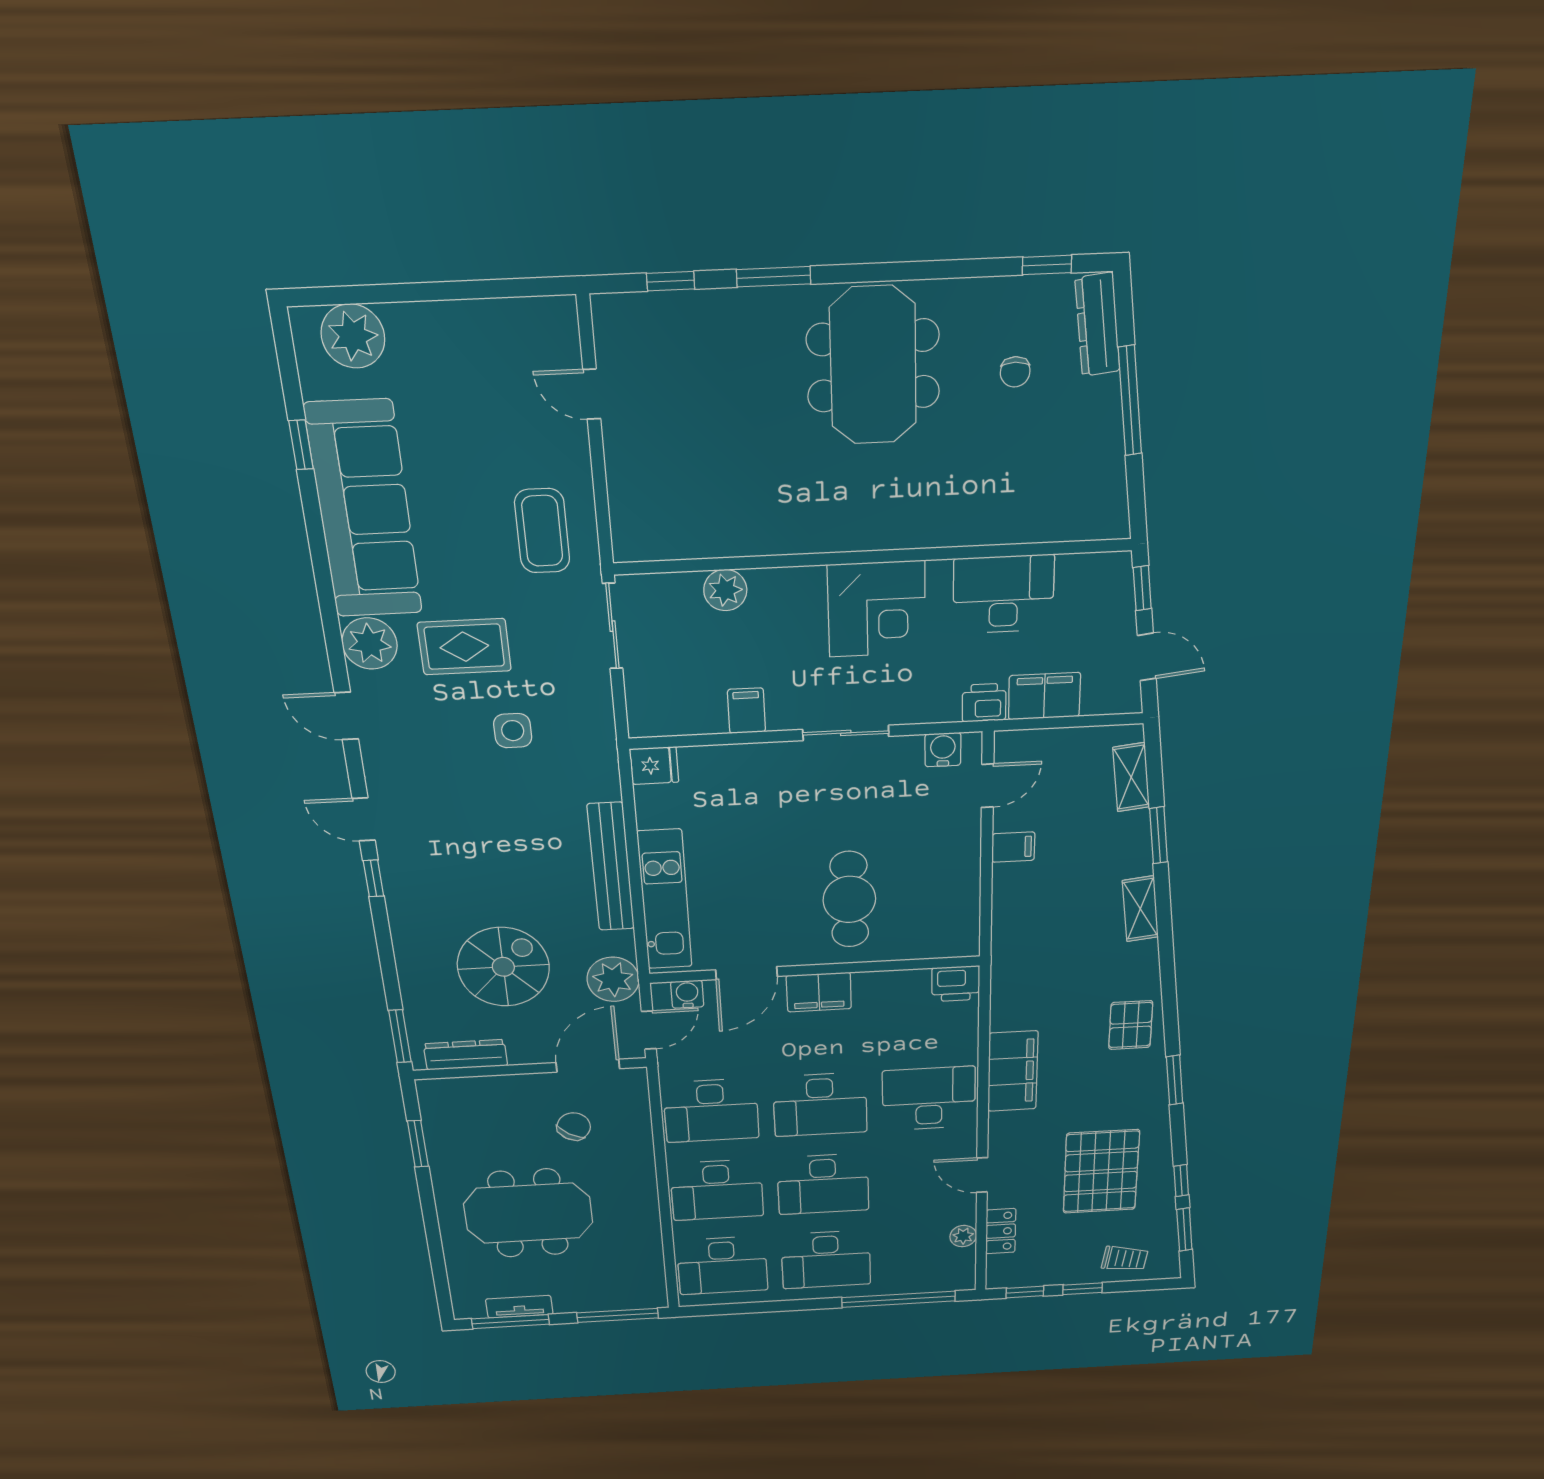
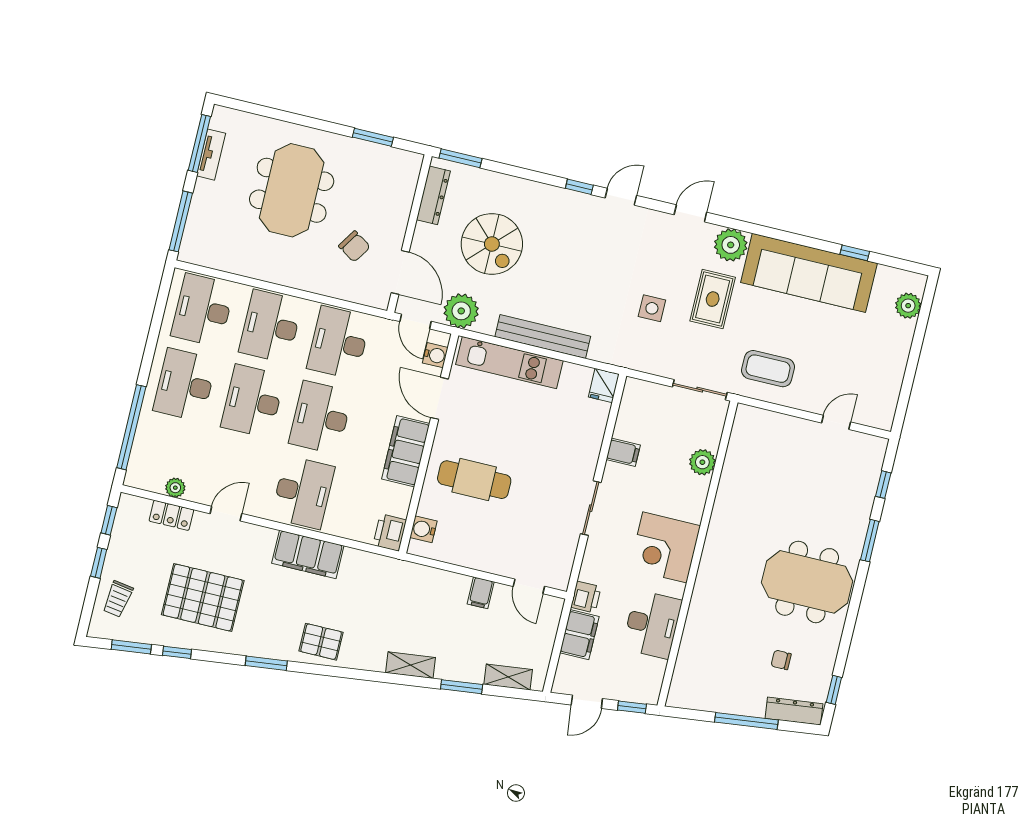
plant: (353, 336) -> (908, 306), width x0.73, depth x0.73
water cooler: (943, 750) -> (423, 529), moved, turned 180
filing cabinet: (819, 992) -> (406, 451), width x1.50, depth x1.17

